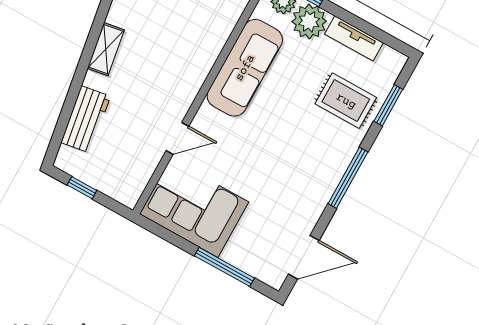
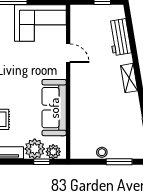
door: (177, 138) -> (68, 53), swing flipped

